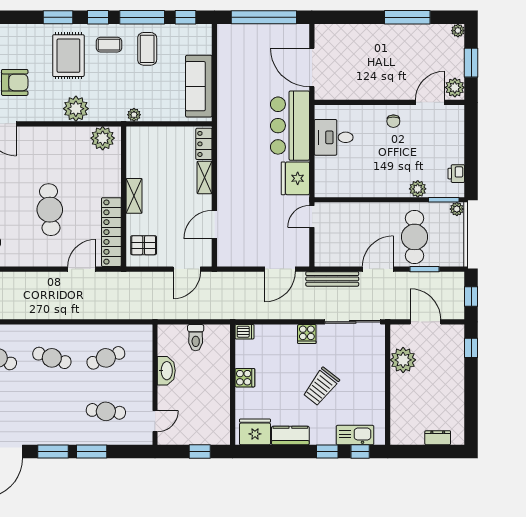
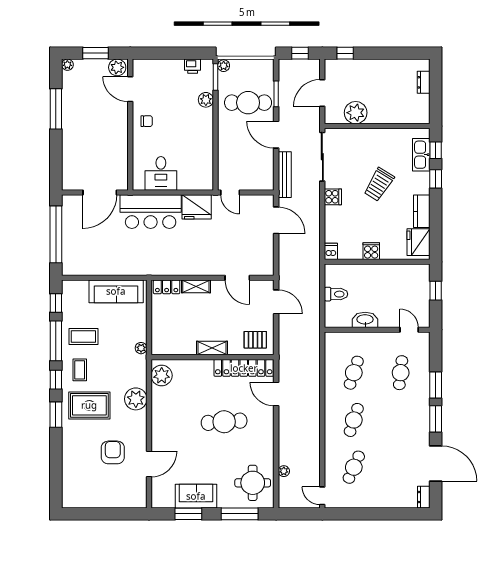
pallet: (144, 245) -> (255, 340), turned 90
cafe table: (106, 358) -> (354, 373), turned 39
trolley: (321, 387) -> (379, 184), turned 84

